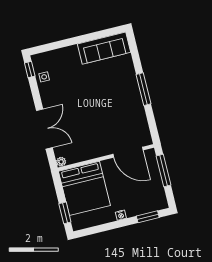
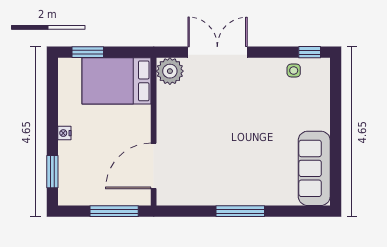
double door: (44, 129) -> (217, 52), swing flipped
plant: (61, 162) -> (170, 71), width x1.88, depth x1.88
bed: (84, 188) -> (117, 81), width x0.73

